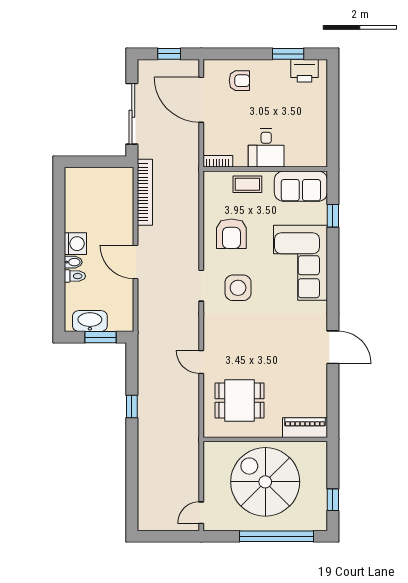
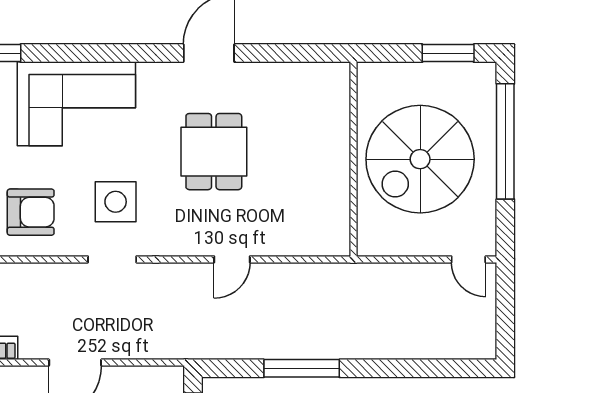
dining table: (240, 400) -> (214, 152), moved
window: (132, 406) -> (302, 368), width x2.17
piano: (305, 428) -> (335, 97), removed
window: (333, 500) -> (448, 53), width x1.50

